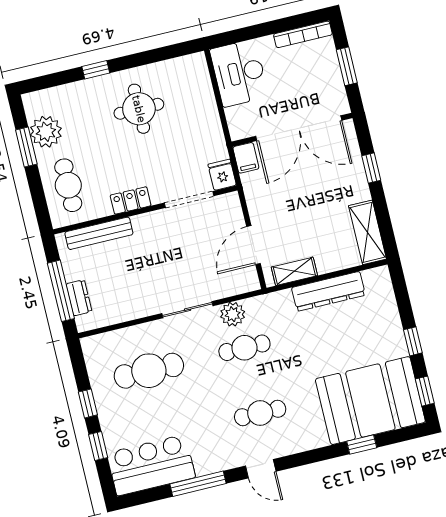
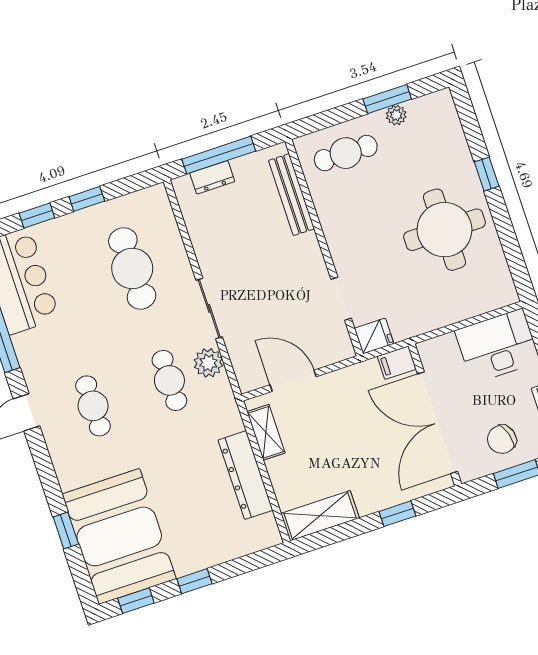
chair: (317, 76) -> (502, 439), added
round table: (139, 109) -> (444, 230), width x1.36, depth x1.36
plant: (46, 132) -> (396, 115), width x0.53, depth x0.53
doorway: (189, 199) -> (341, 299), width x0.73
locker: (131, 200) -> (334, 229), removed

